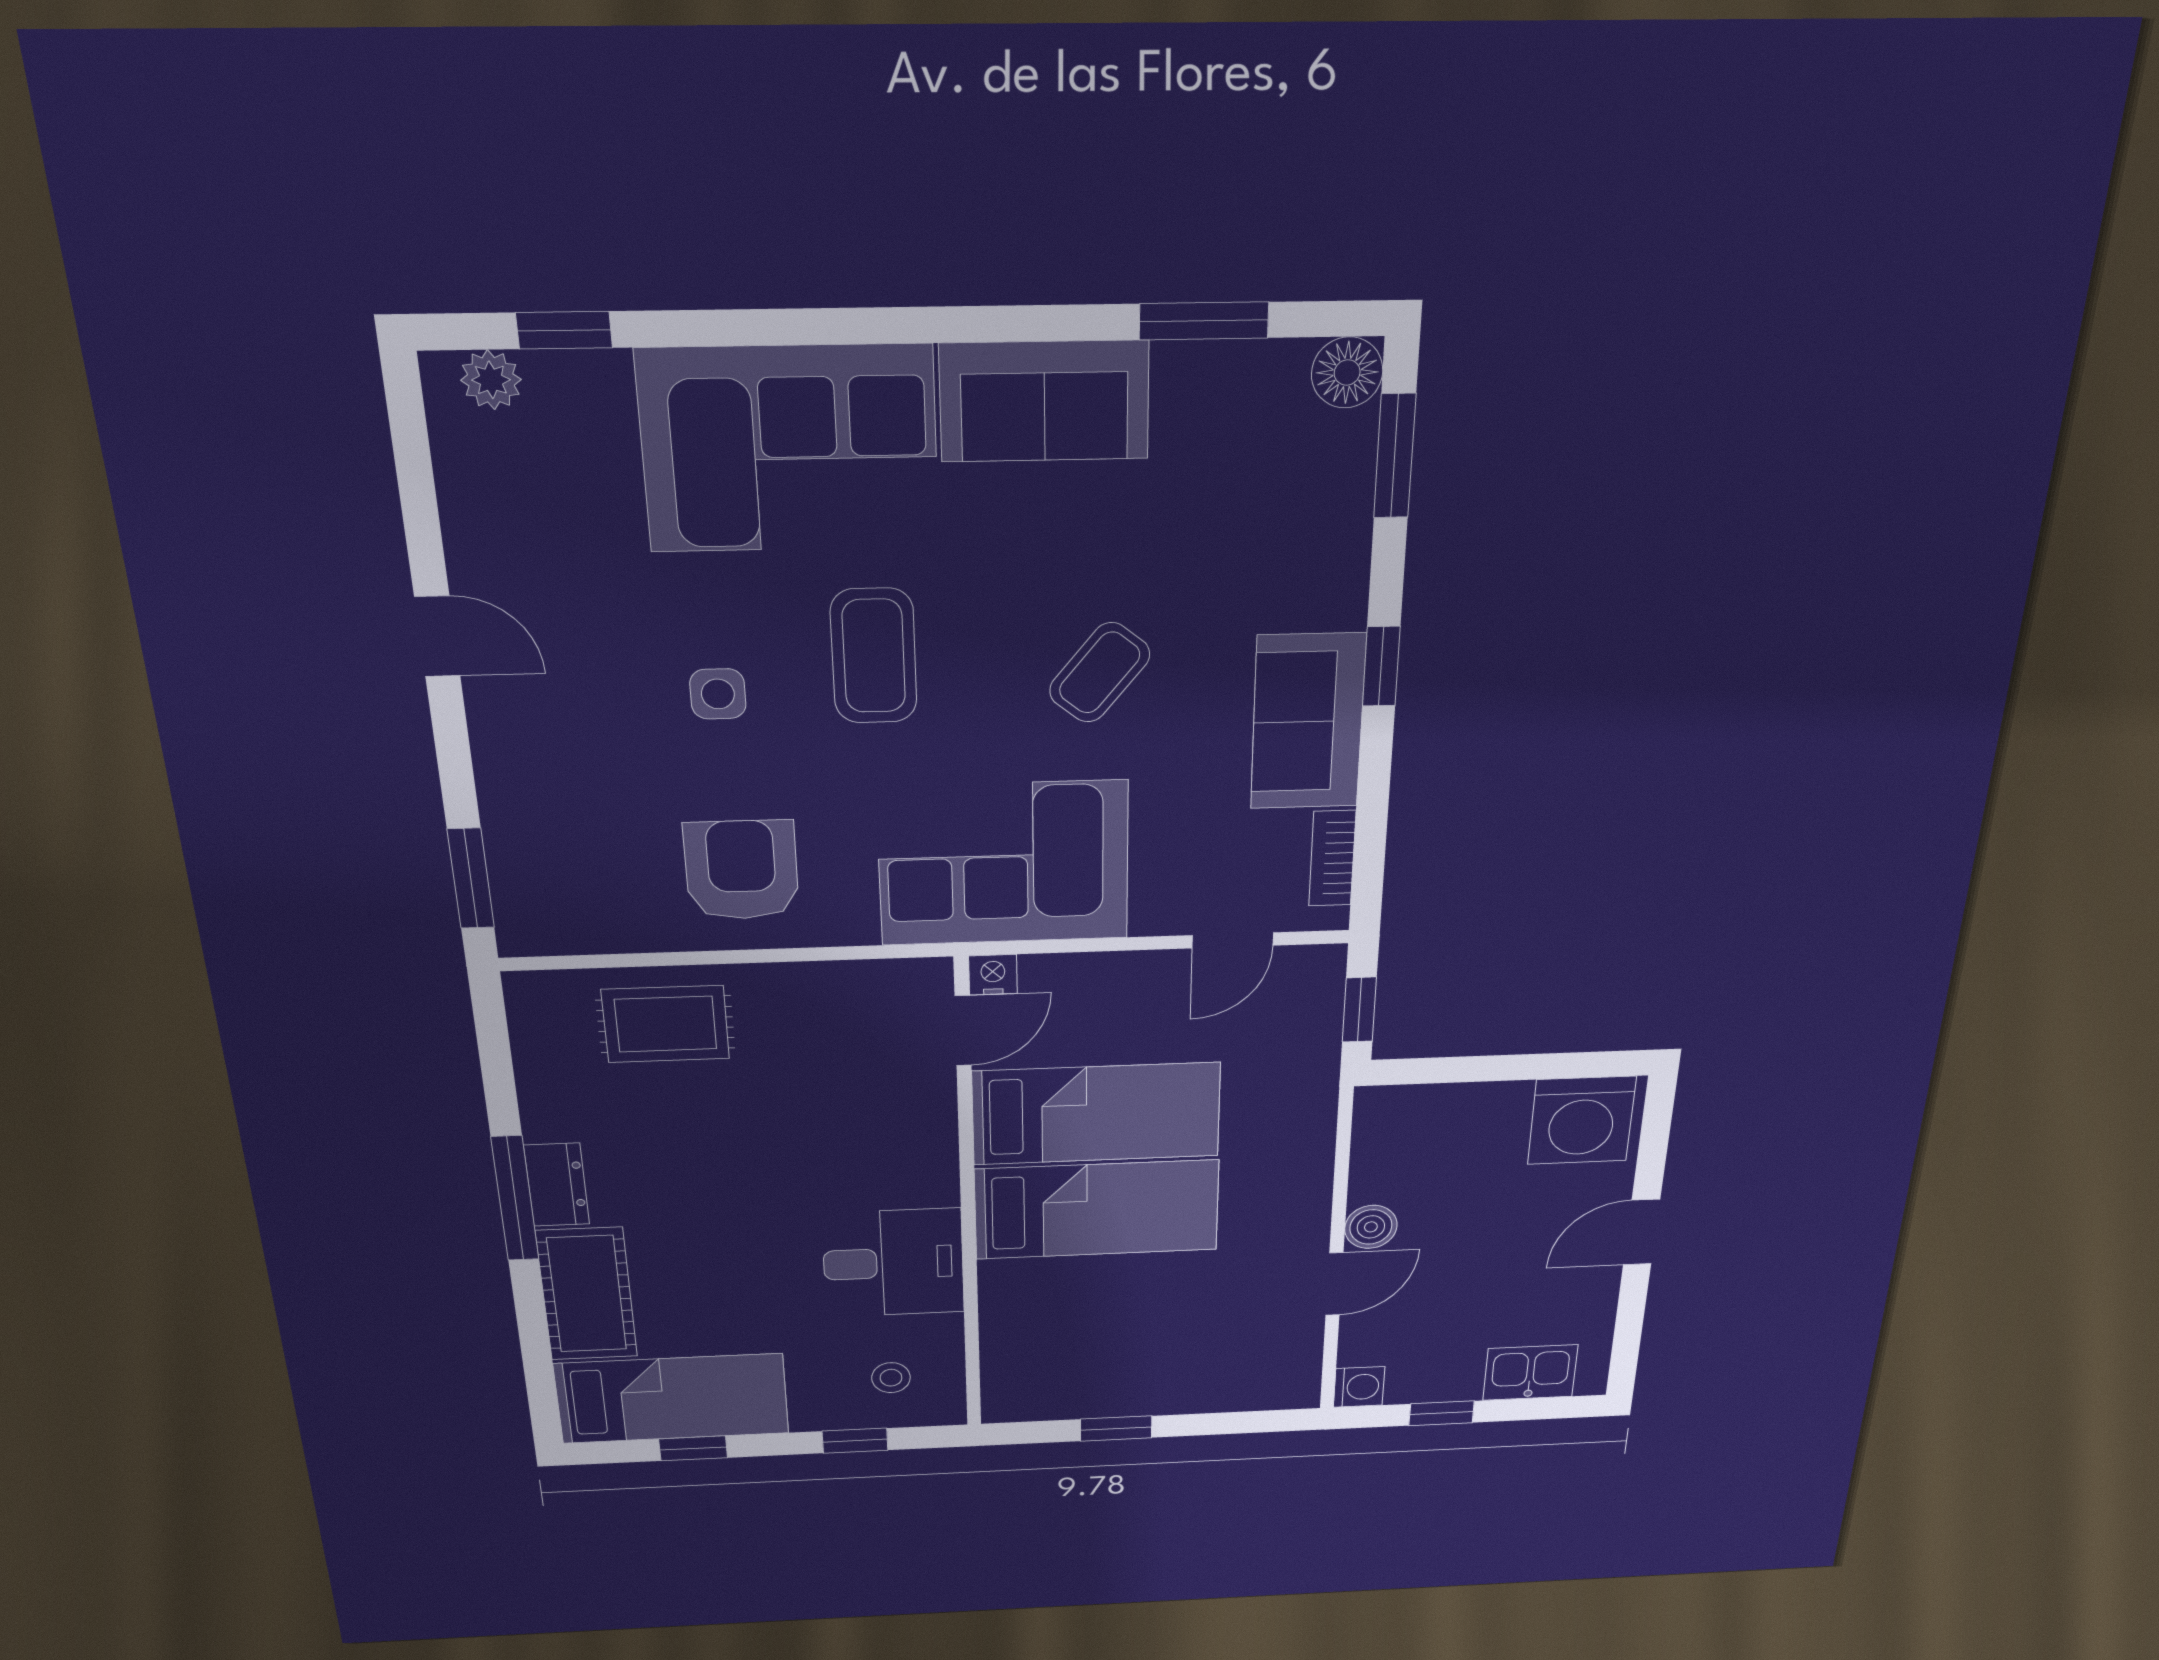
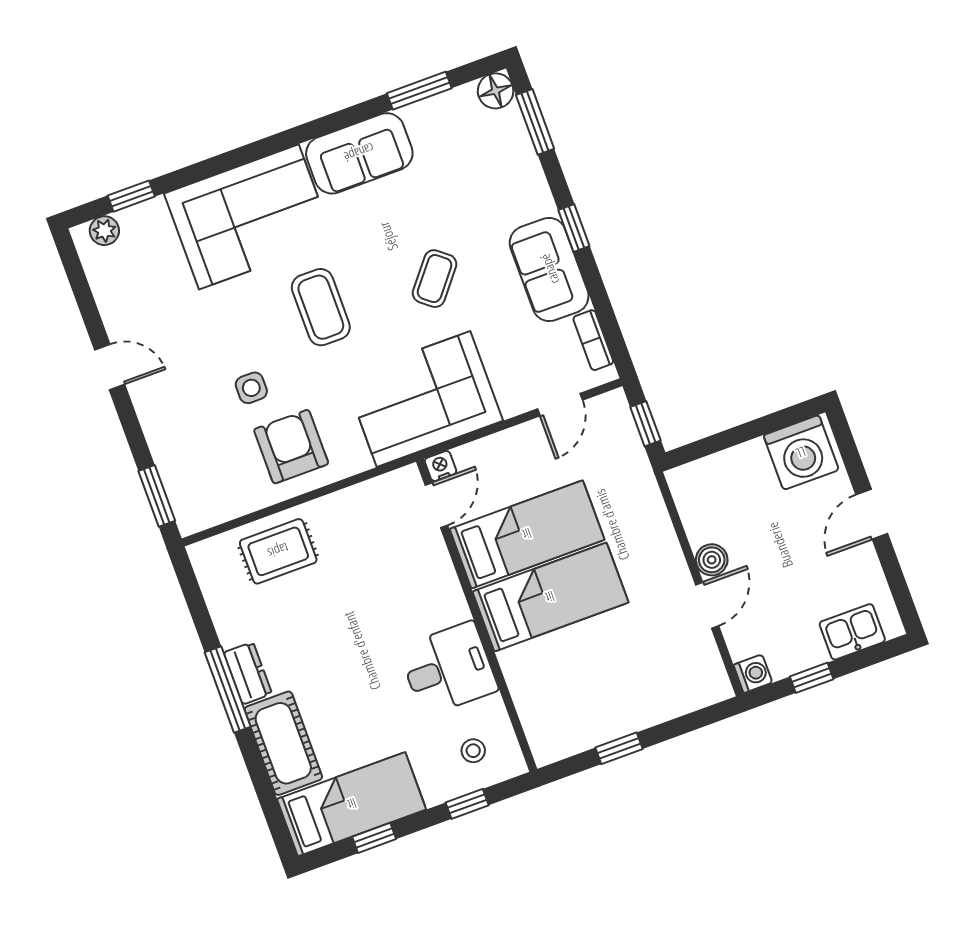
side table: (718, 694) -> (251, 388), moved

